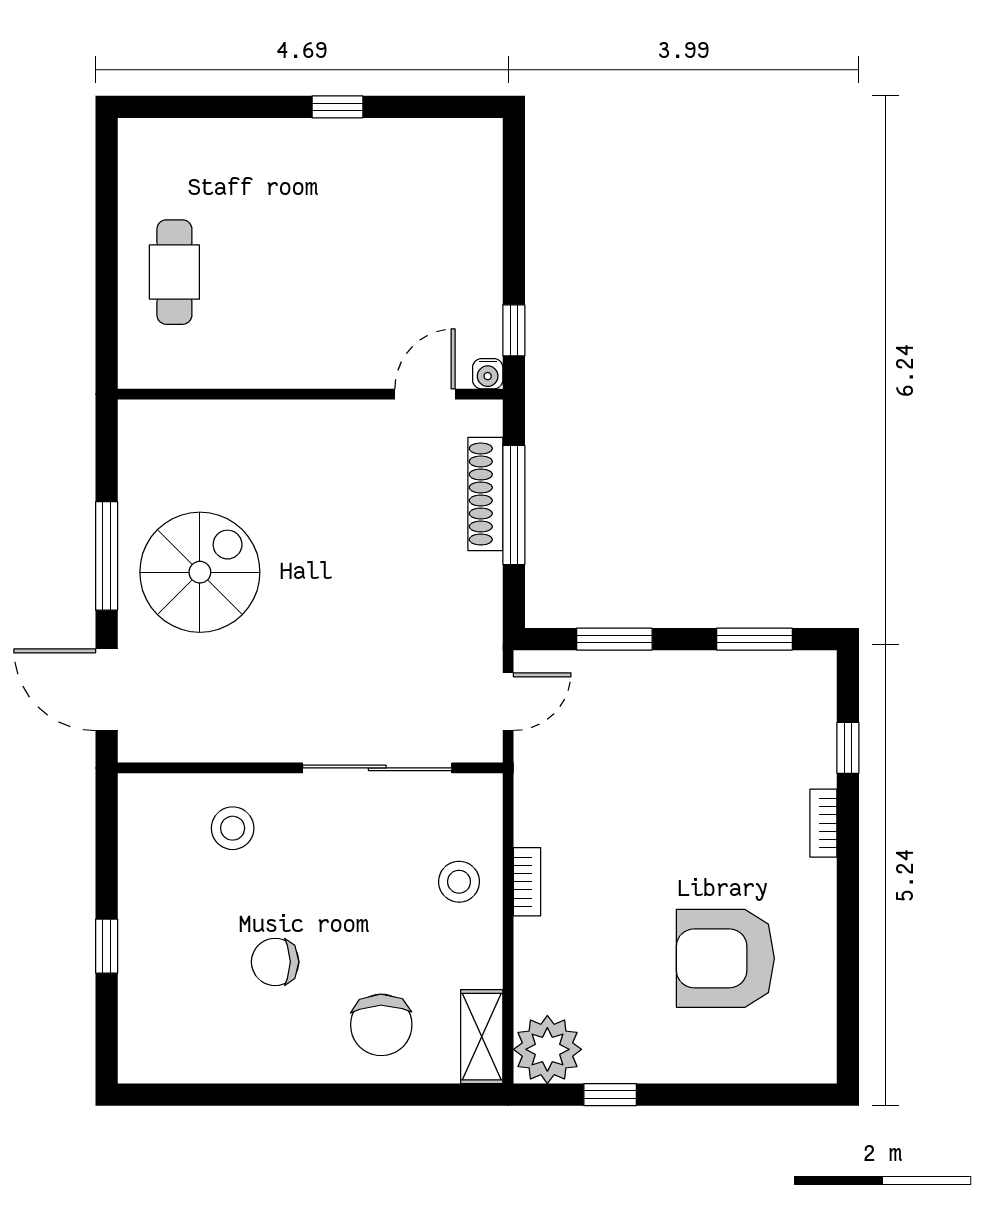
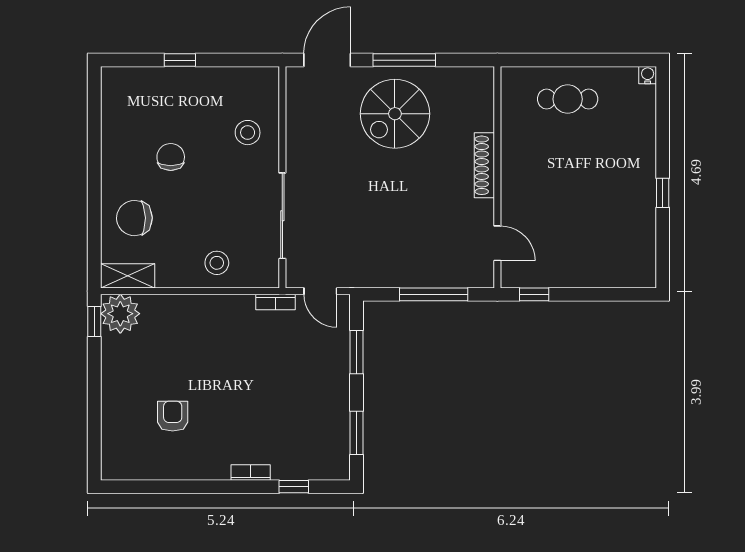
water cooler: (488, 374) -> (648, 75), moved, turned 90
shoe rack: (485, 494) -> (484, 165), moved, turned -90
spiral stairs: (200, 572) -> (395, 114), turned 90
bookcase: (527, 882) -> (276, 302), moved
armchair: (725, 958) -> (173, 416), width x0.53, depth x0.53
window: (610, 1095) -> (94, 322), moved

